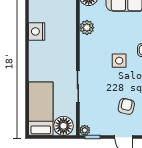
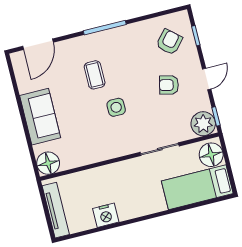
plant: (87, 28) -> (86, 156), removed
plant: (85, 130) -> (203, 124), width x1.88, depth x1.88

